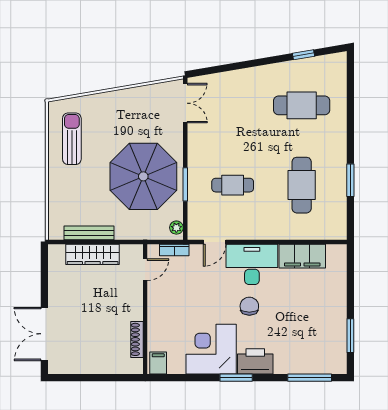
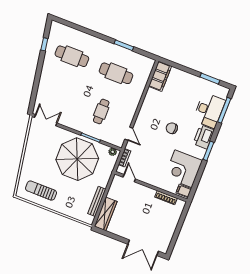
cafe table: (302, 105) -> (72, 56), turned 90
wardrobe: (93, 254) -> (106, 214), moved
filing cabinet: (302, 256) -> (160, 76), moved
desk: (252, 264) -> (209, 110), moved, turned 180
corner desk: (211, 349) -> (183, 169), moved

